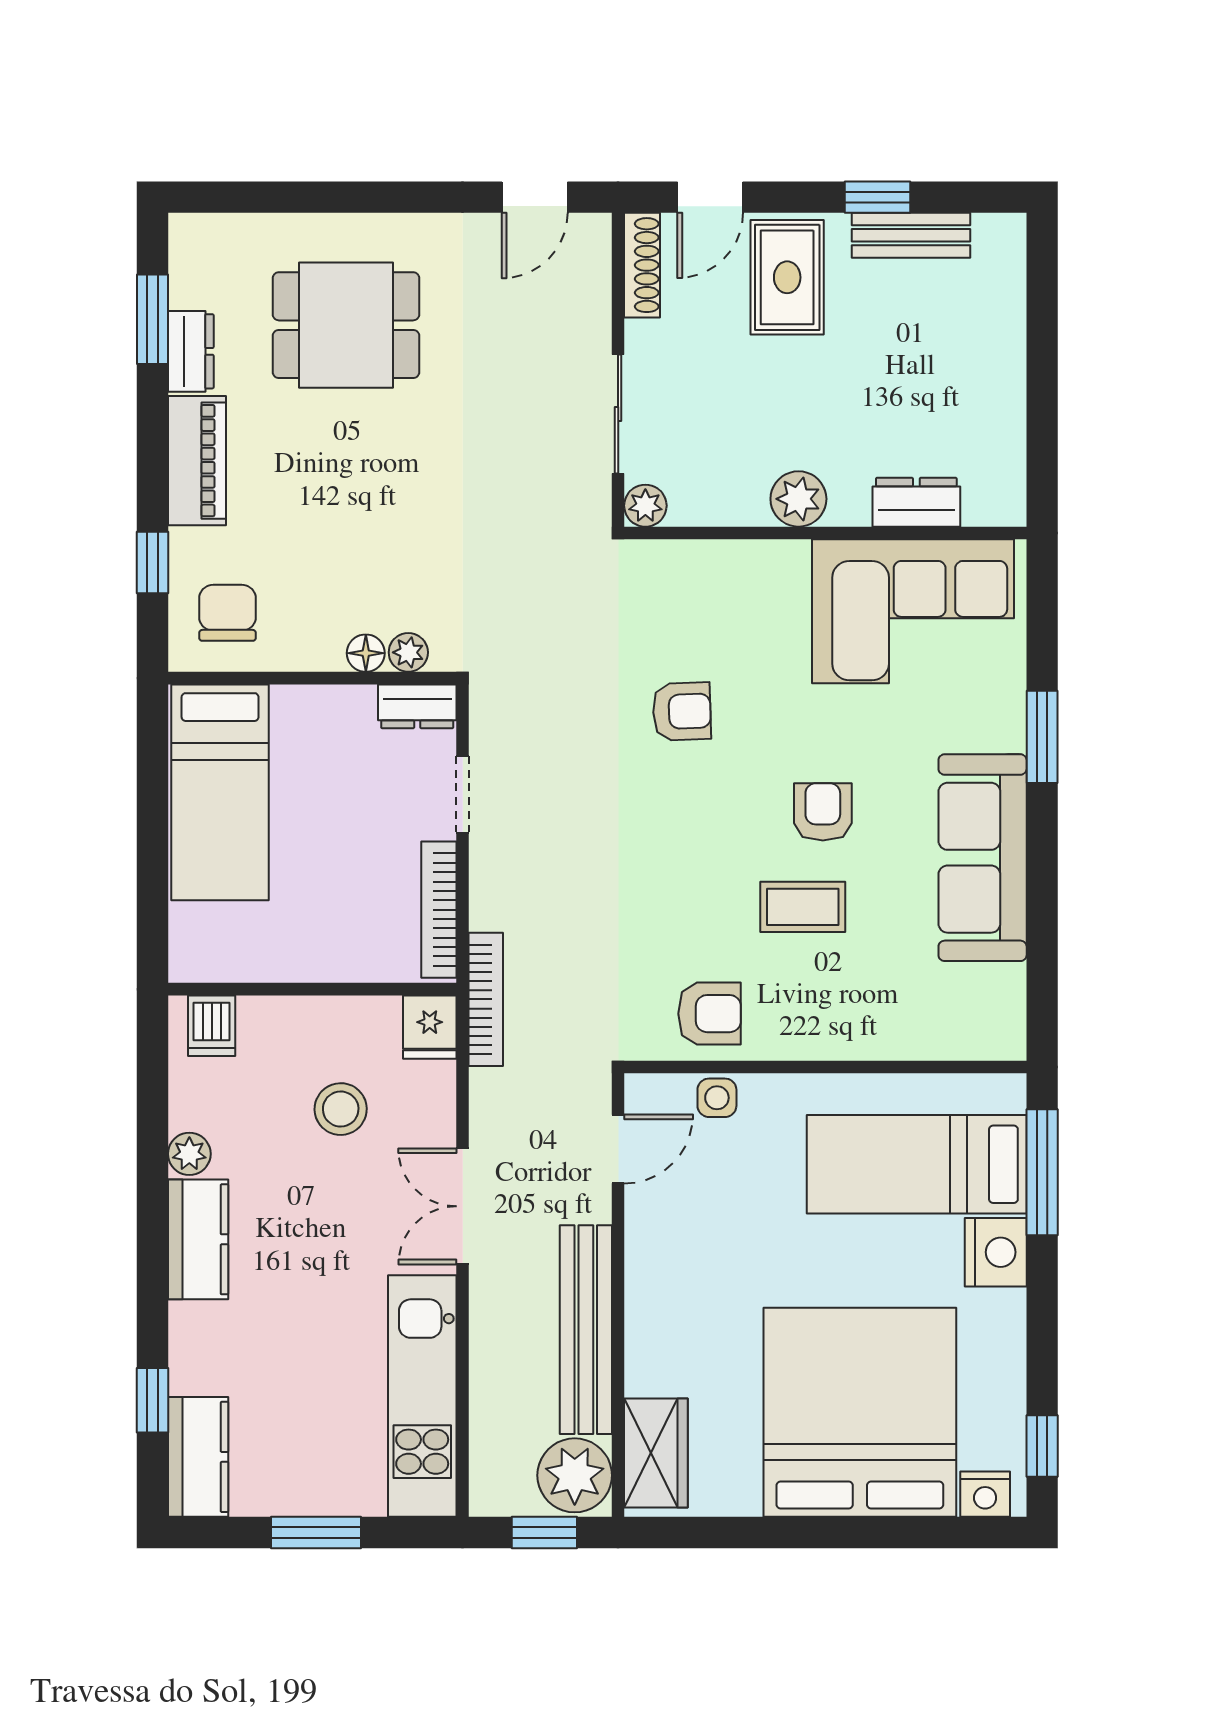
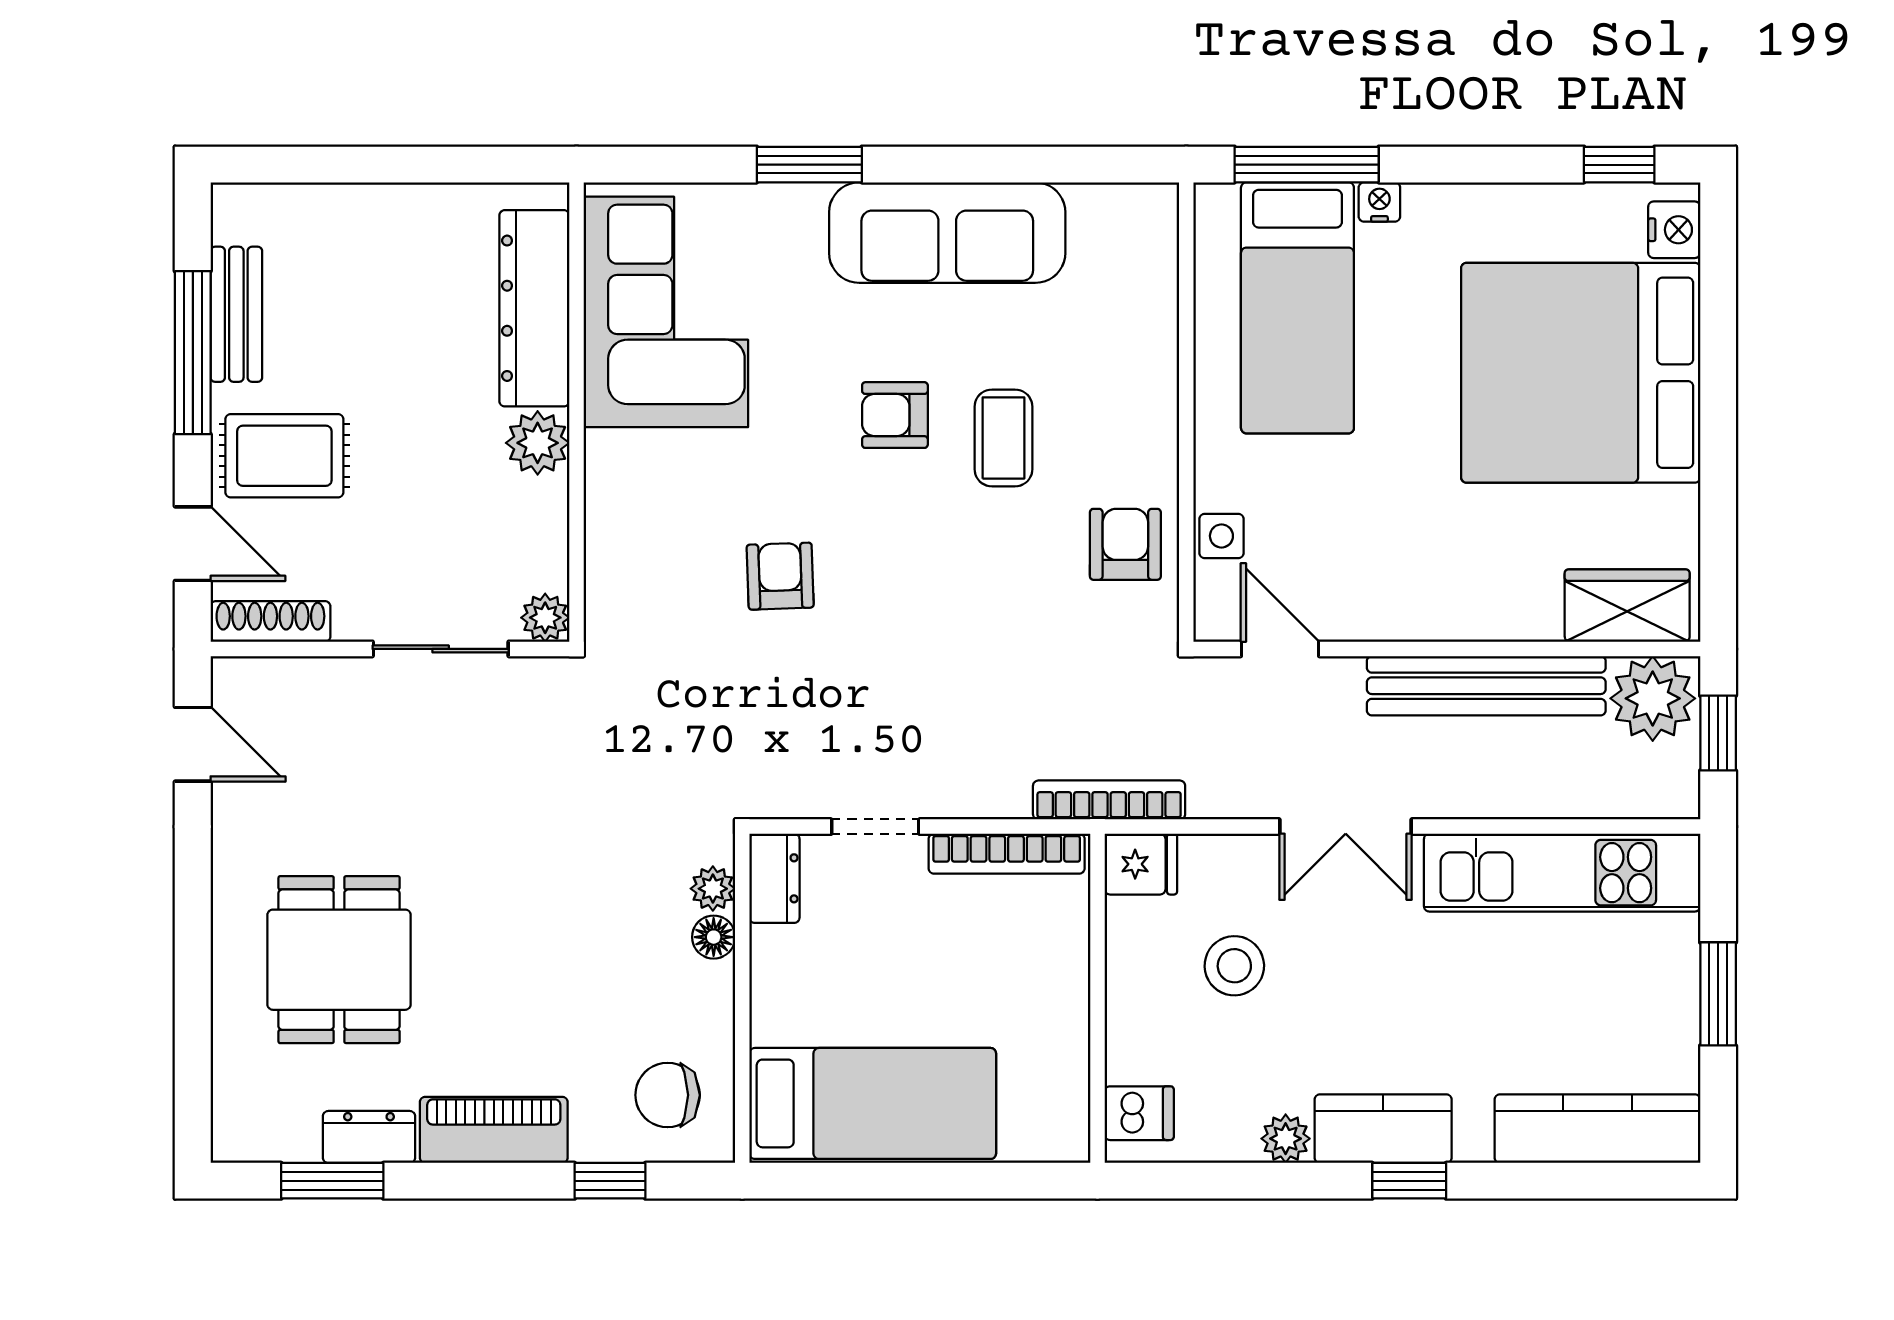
window: (877, 197) -> (193, 353), width x2.17
dresser: (916, 502) -> (534, 308), width x1.96, depth x1.24
nightstand: (996, 1252) -> (1379, 202), width x0.53, depth x0.56
window: (152, 1400) -> (1409, 1181), moved
kitchen counter: (198, 1457) -> (1597, 1129), width x1.50

